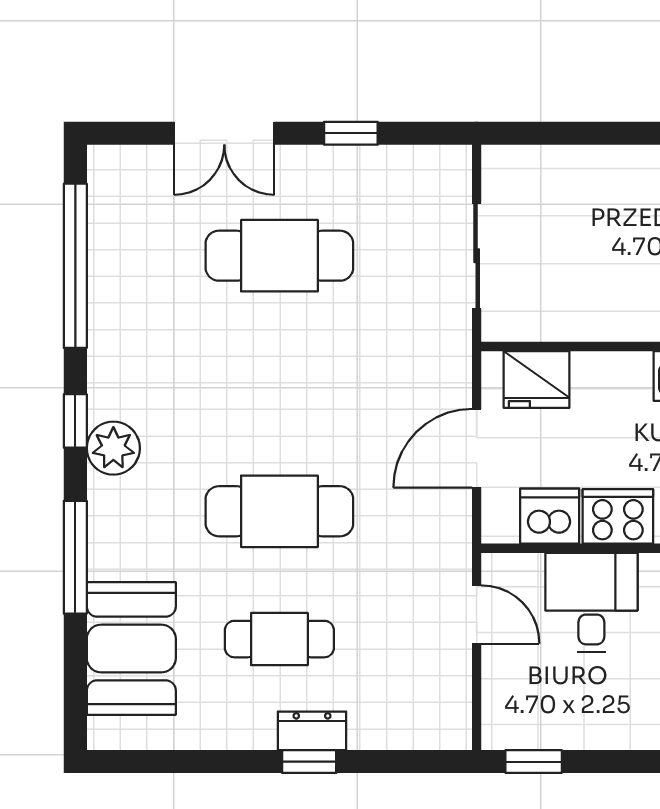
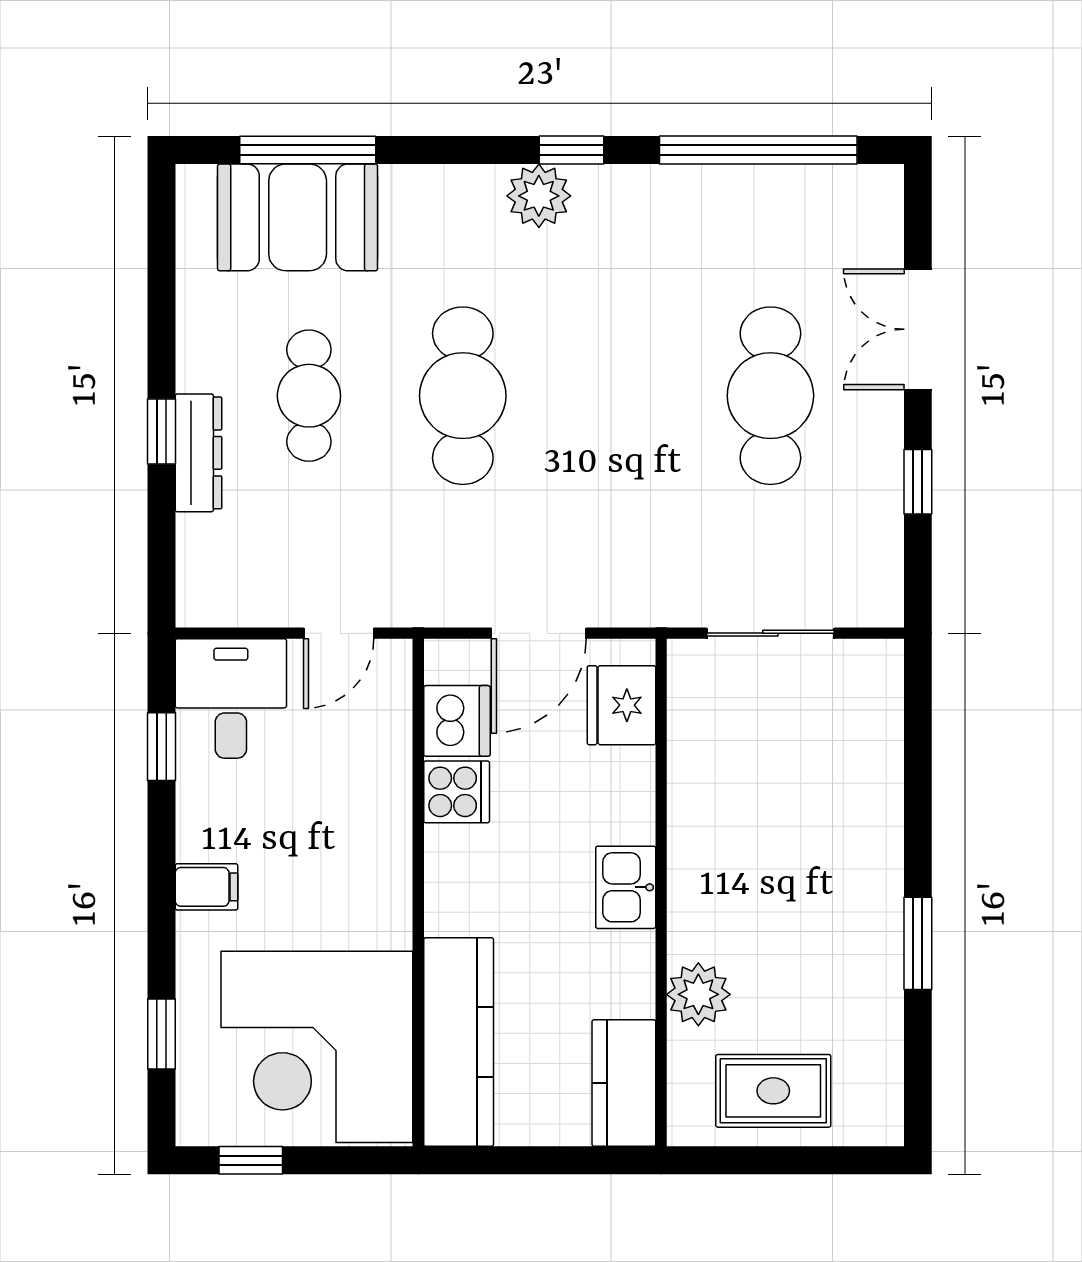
door: (477, 448) -> (539, 633), swing flipped
cooker: (618, 516) -> (457, 792), width x0.73
window: (75, 557) -> (308, 150), moved
desk: (591, 603) -> (231, 698), moved, turned -90
dresser: (312, 731) -> (198, 453), width x1.44
window: (534, 762) -> (162, 747), moved

